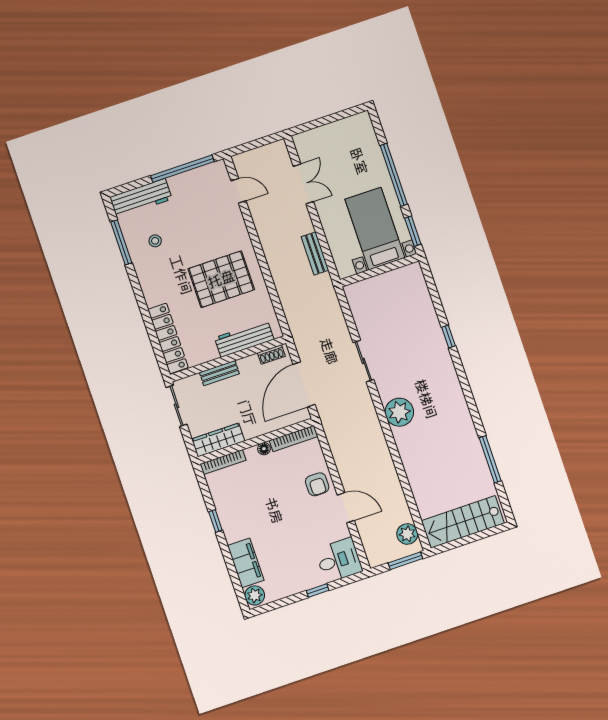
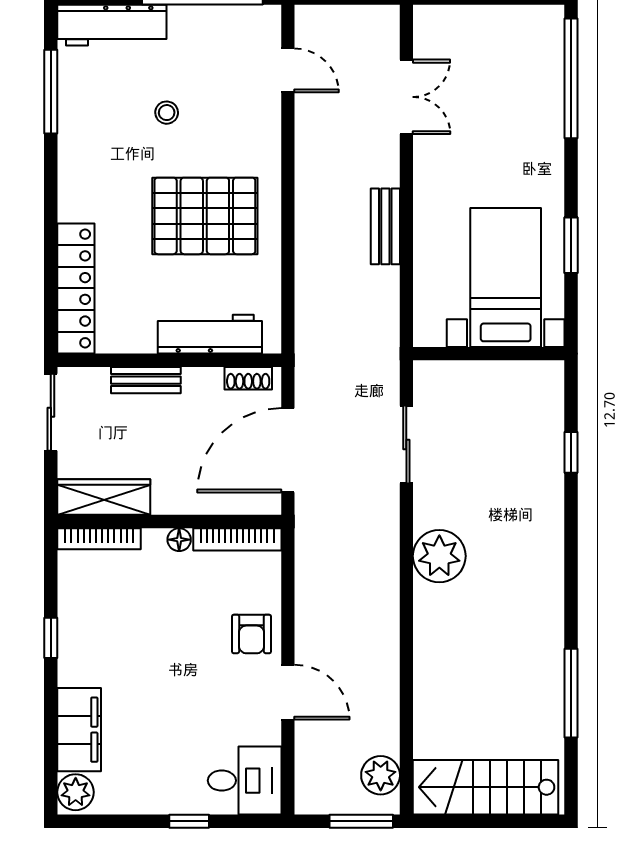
window: (394, 175) -> (571, 78), moved
bed with nightstands: (375, 229) -> (506, 277), moved
stool: (155, 241) -> (167, 113), moved
wall: (379, 270) -> (489, 354), moved

